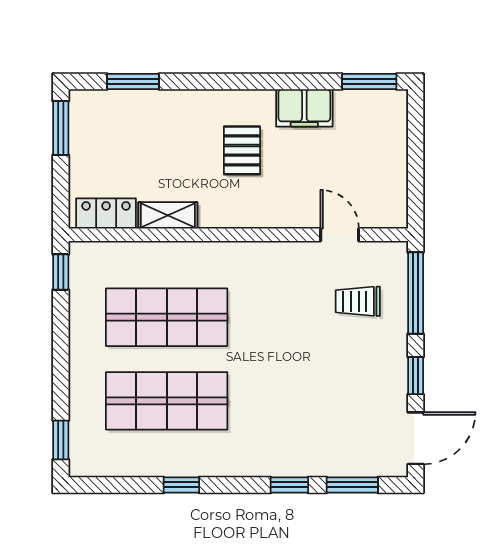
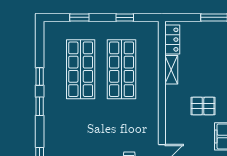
window: (61, 272) -> (125, 17), moved
window: (61, 440) -> (79, 17), moved
window: (289, 485) -> (40, 106), moved

